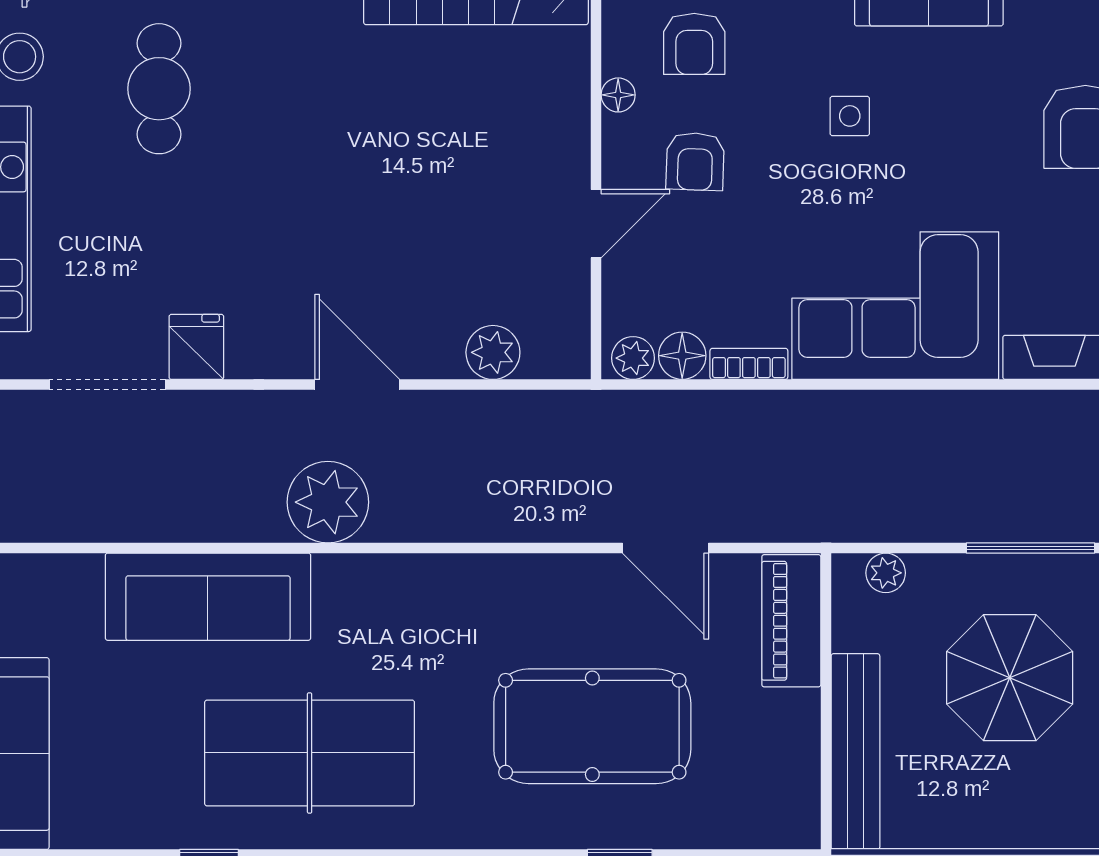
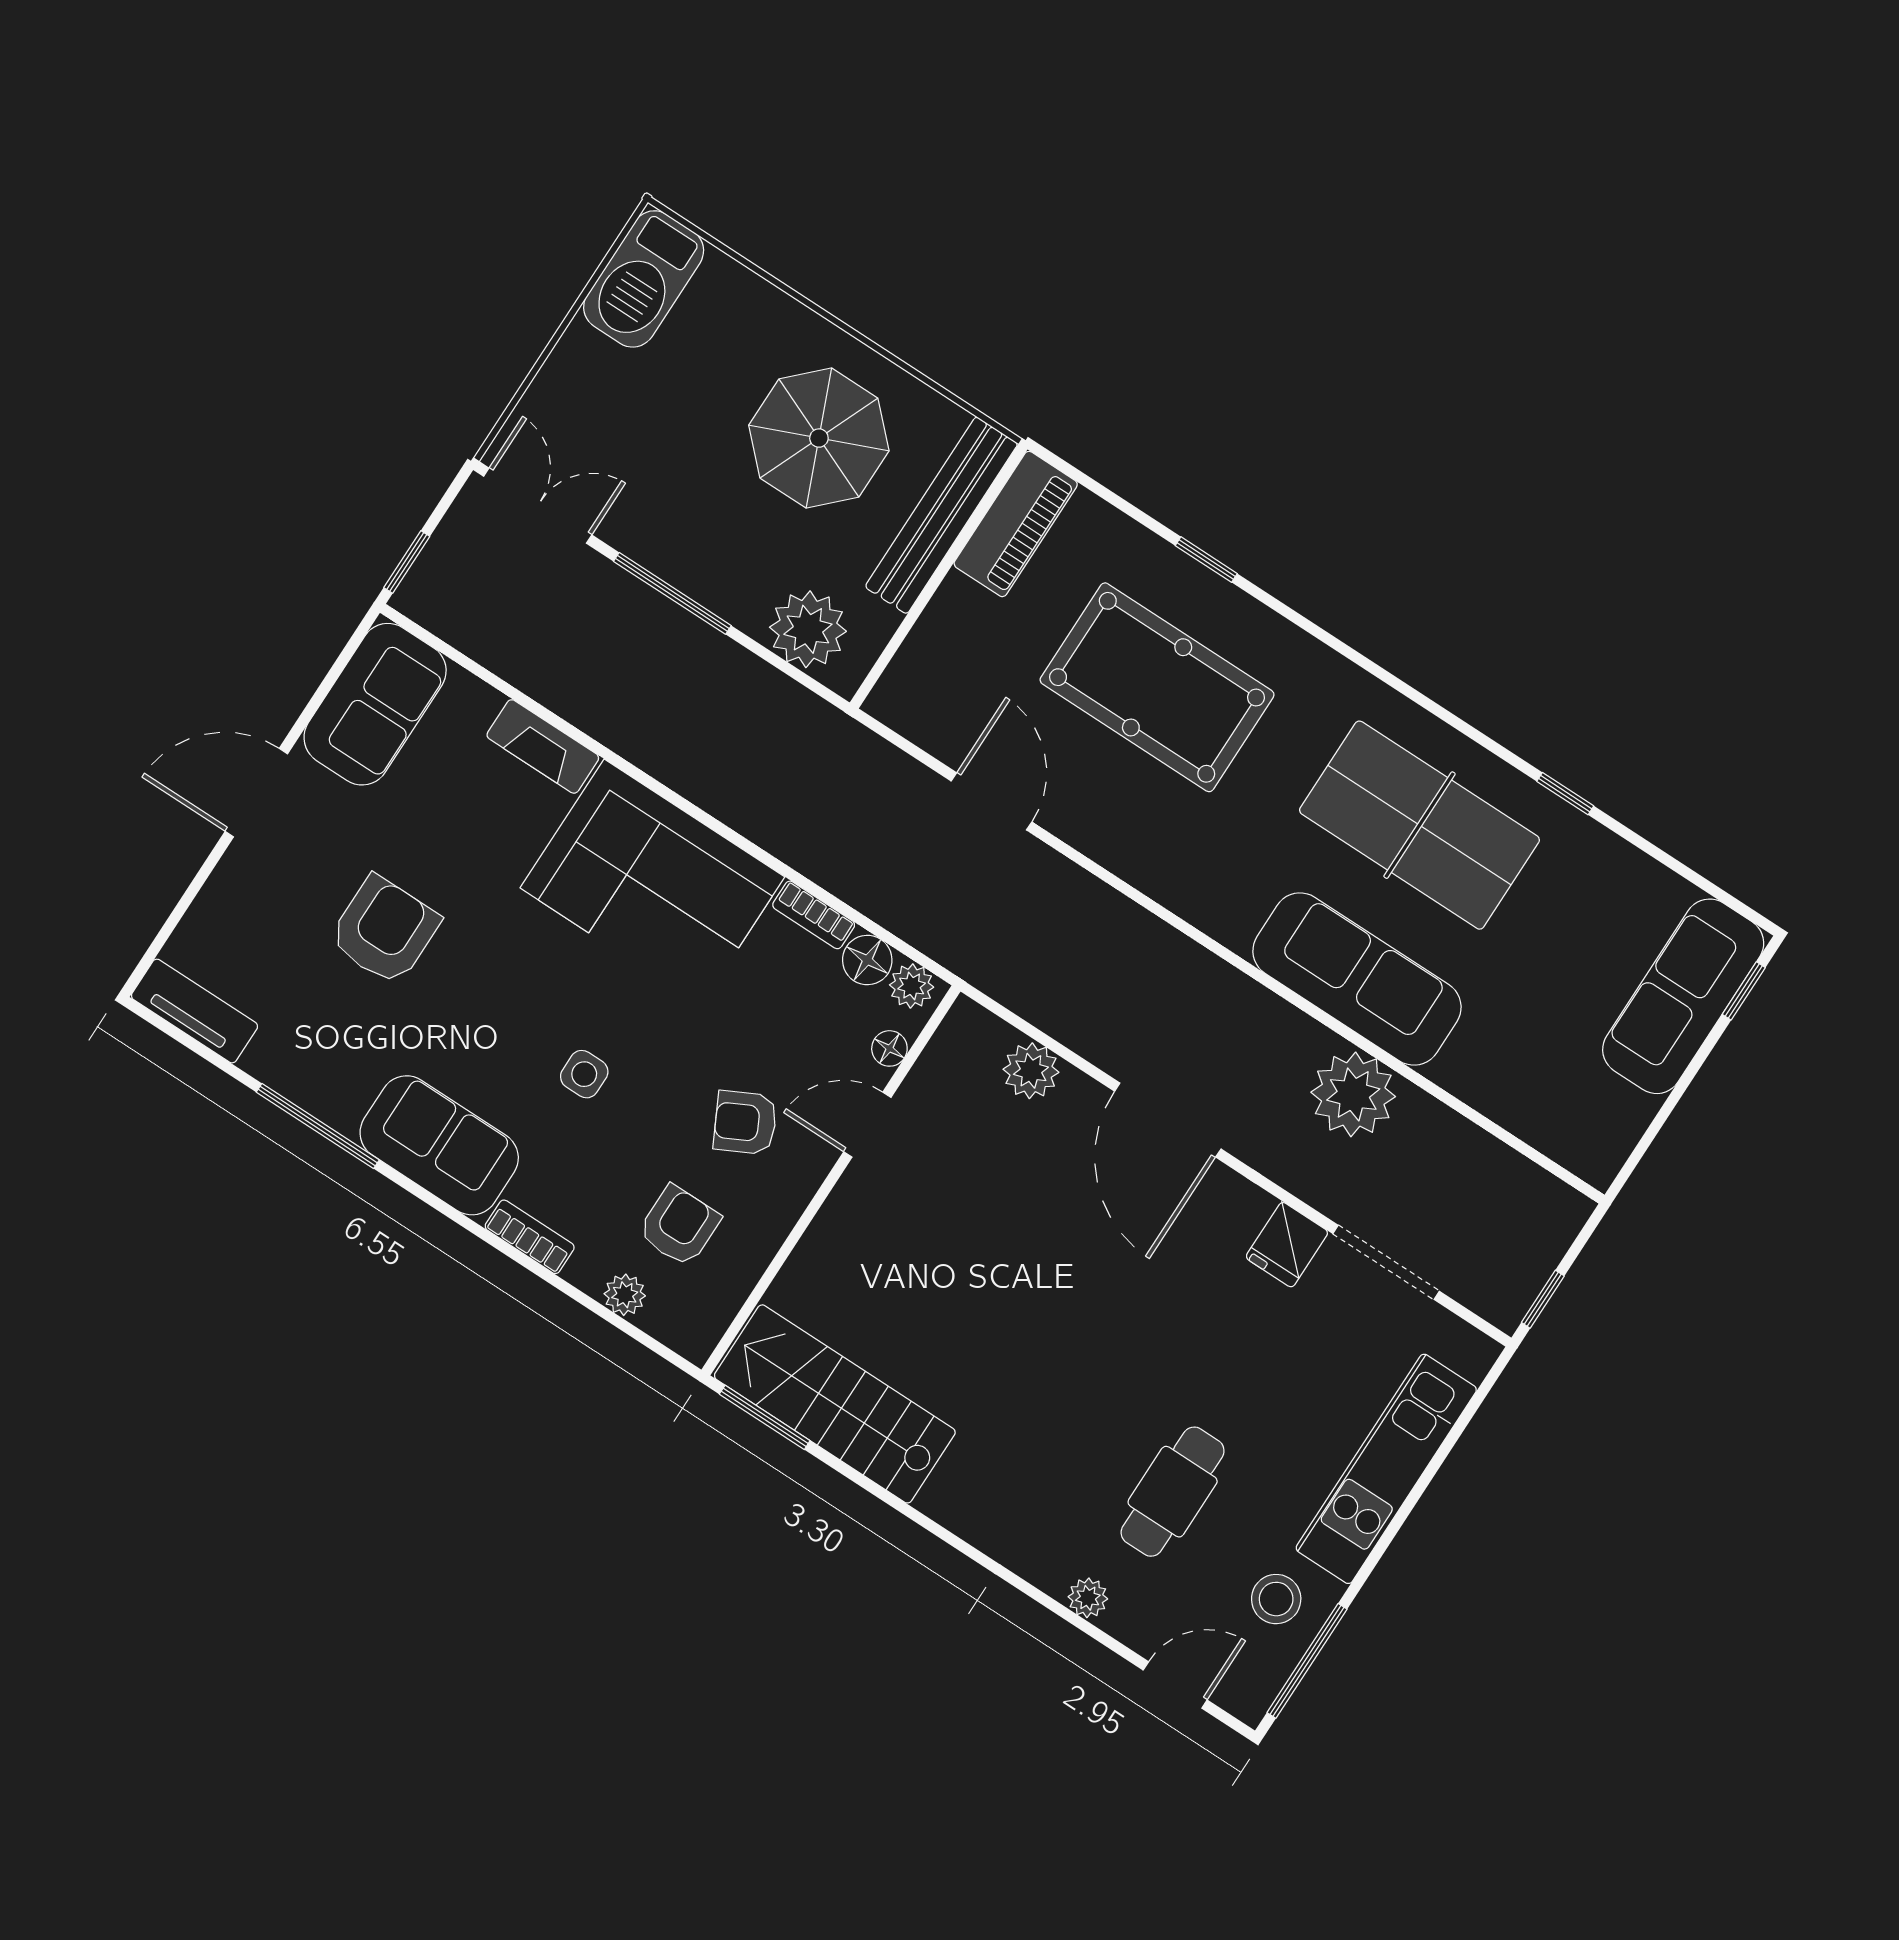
floor lamp: (618, 95) -> (889, 1048), moved
armchair: (695, 161) -> (745, 1123), turned -119
door: (357, 385) -> (1168, 1120), width x1.36
plant: (328, 502) -> (1353, 1094), moved
plant: (886, 573) -> (808, 629), width x1.88, depth x1.88
sofa: (208, 597) -> (1357, 979), moved
piano: (791, 621) -> (1016, 524), moved
parasol: (1010, 678) -> (819, 438), moved

